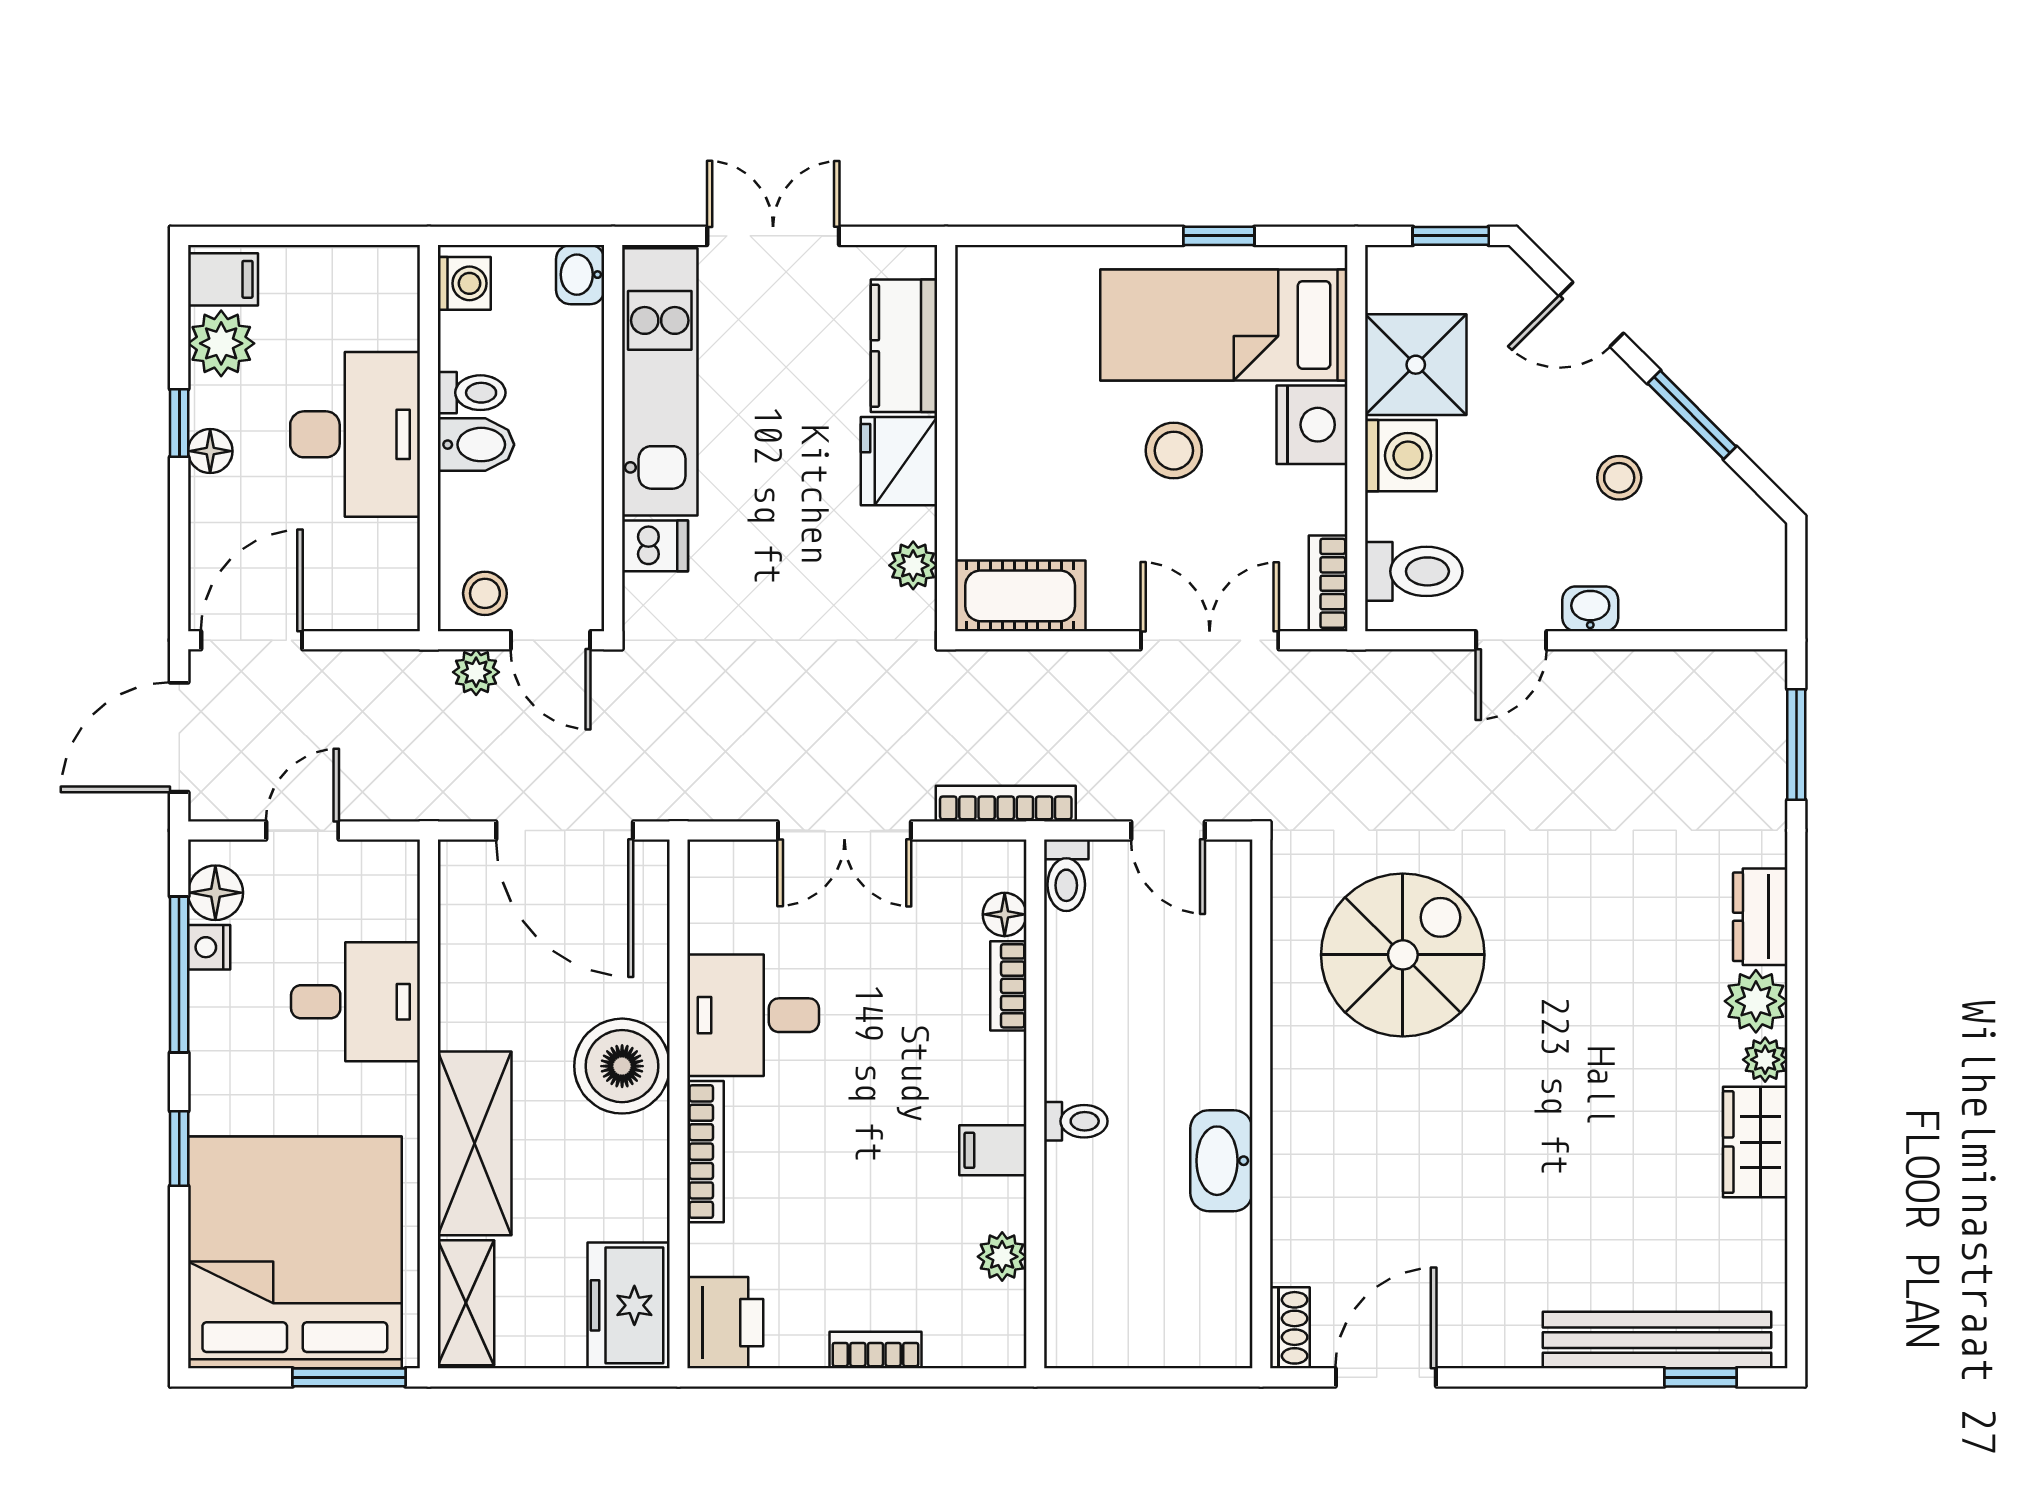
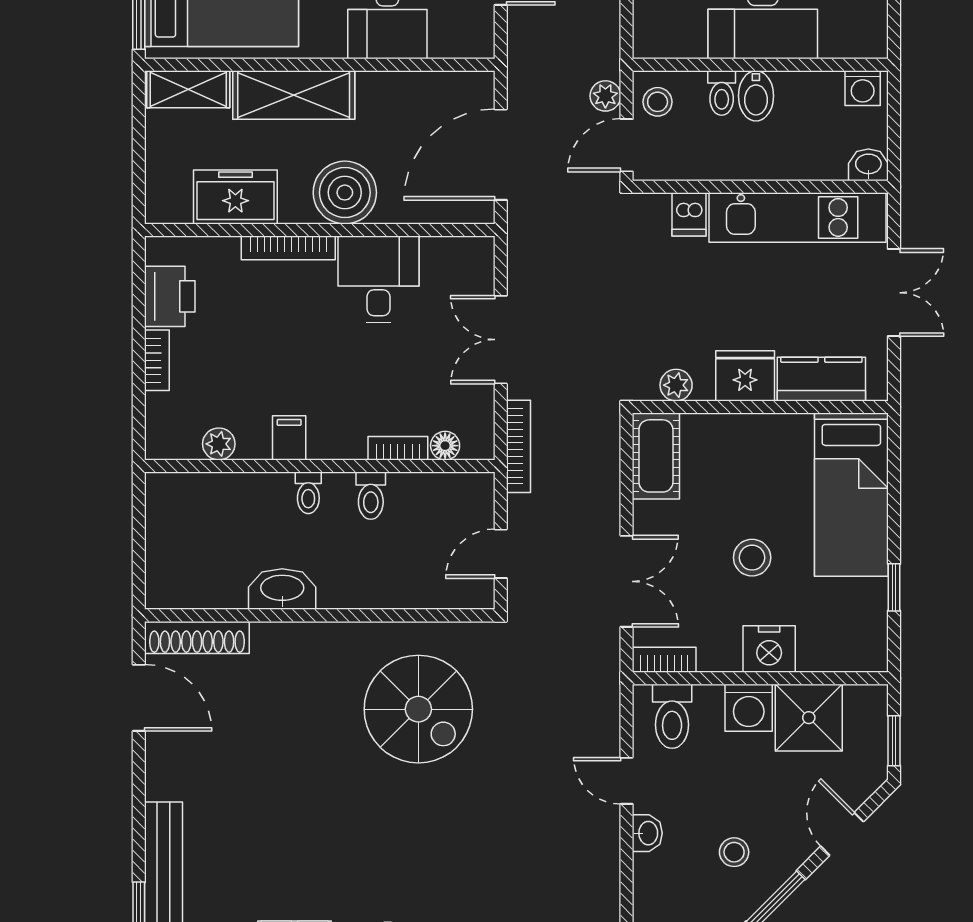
bed: (1224, 325) -> (851, 495), moved, turned 180
toilet: (472, 393) -> (722, 93), moved
toilet: (1066, 875) -> (371, 496), moved, turned -90
freezer: (629, 1305) -> (235, 197), moved
printer: (725, 1323) -> (170, 296), moved, turned -90
shoe rack: (1290, 1328) -> (197, 637), width x1.94, depth x1.24

